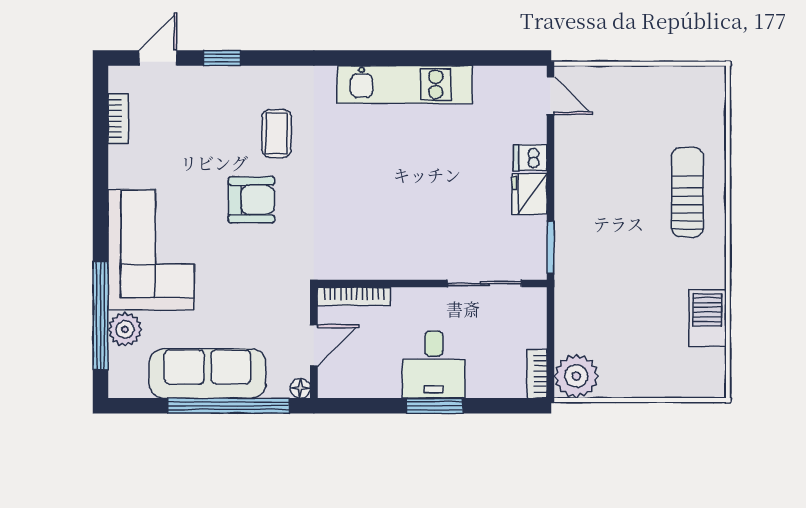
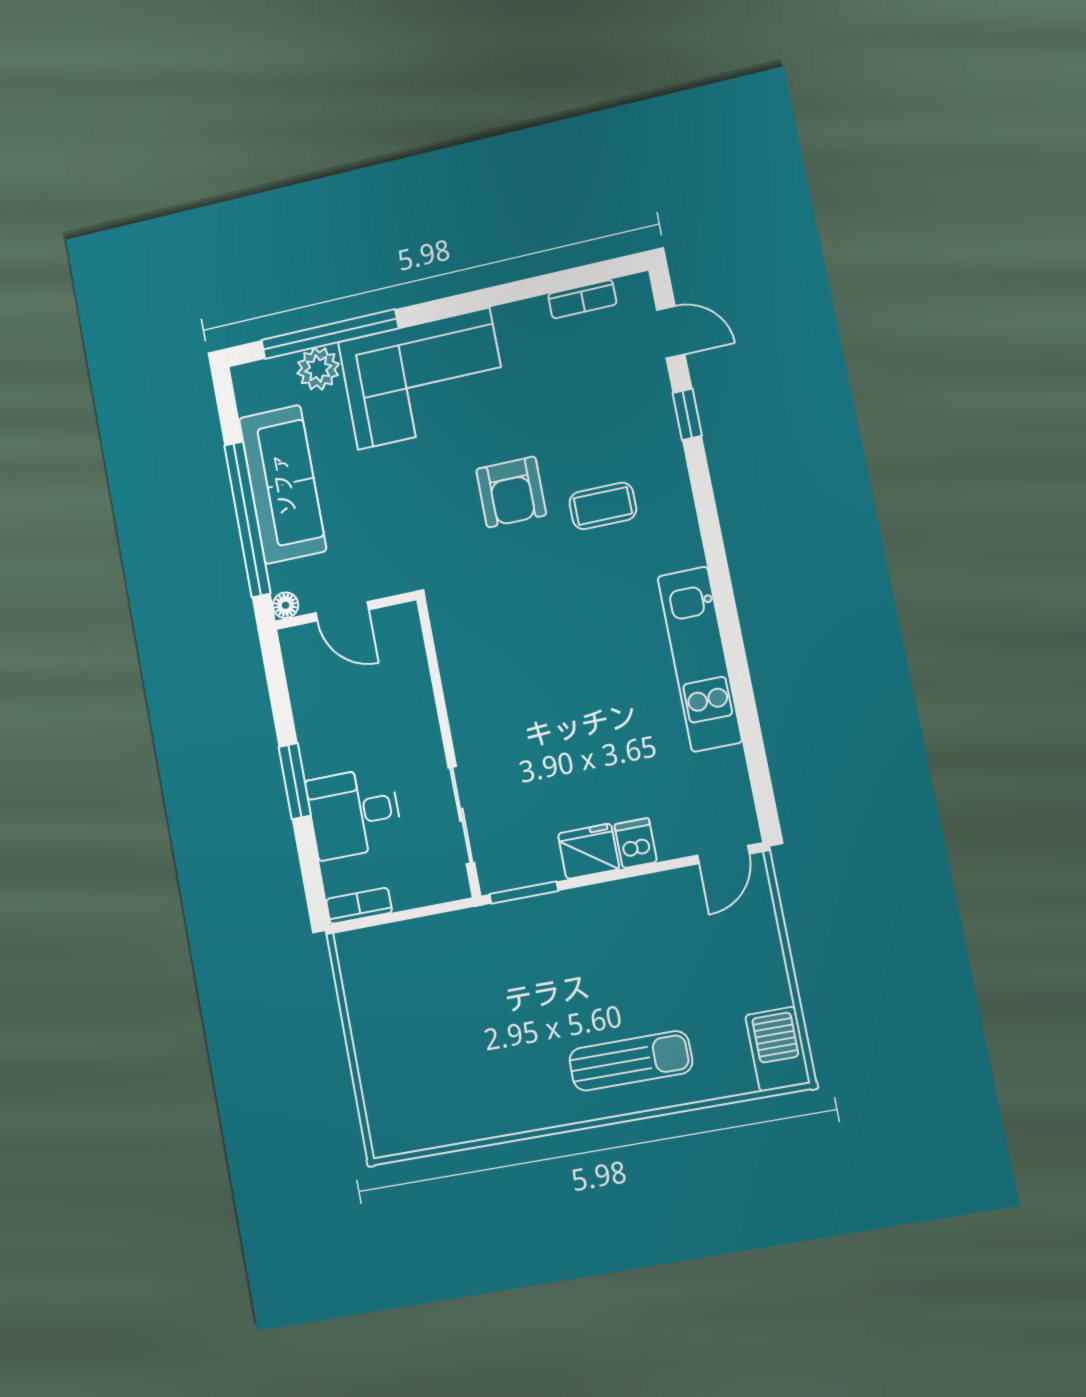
bookcase: (354, 296) -> (413, 649), removed
barbecue: (707, 318) -> (778, 1049), moved, turned -90
desk: (434, 364) -> (354, 813), moved
plant: (576, 376) -> (365, 957), removed

